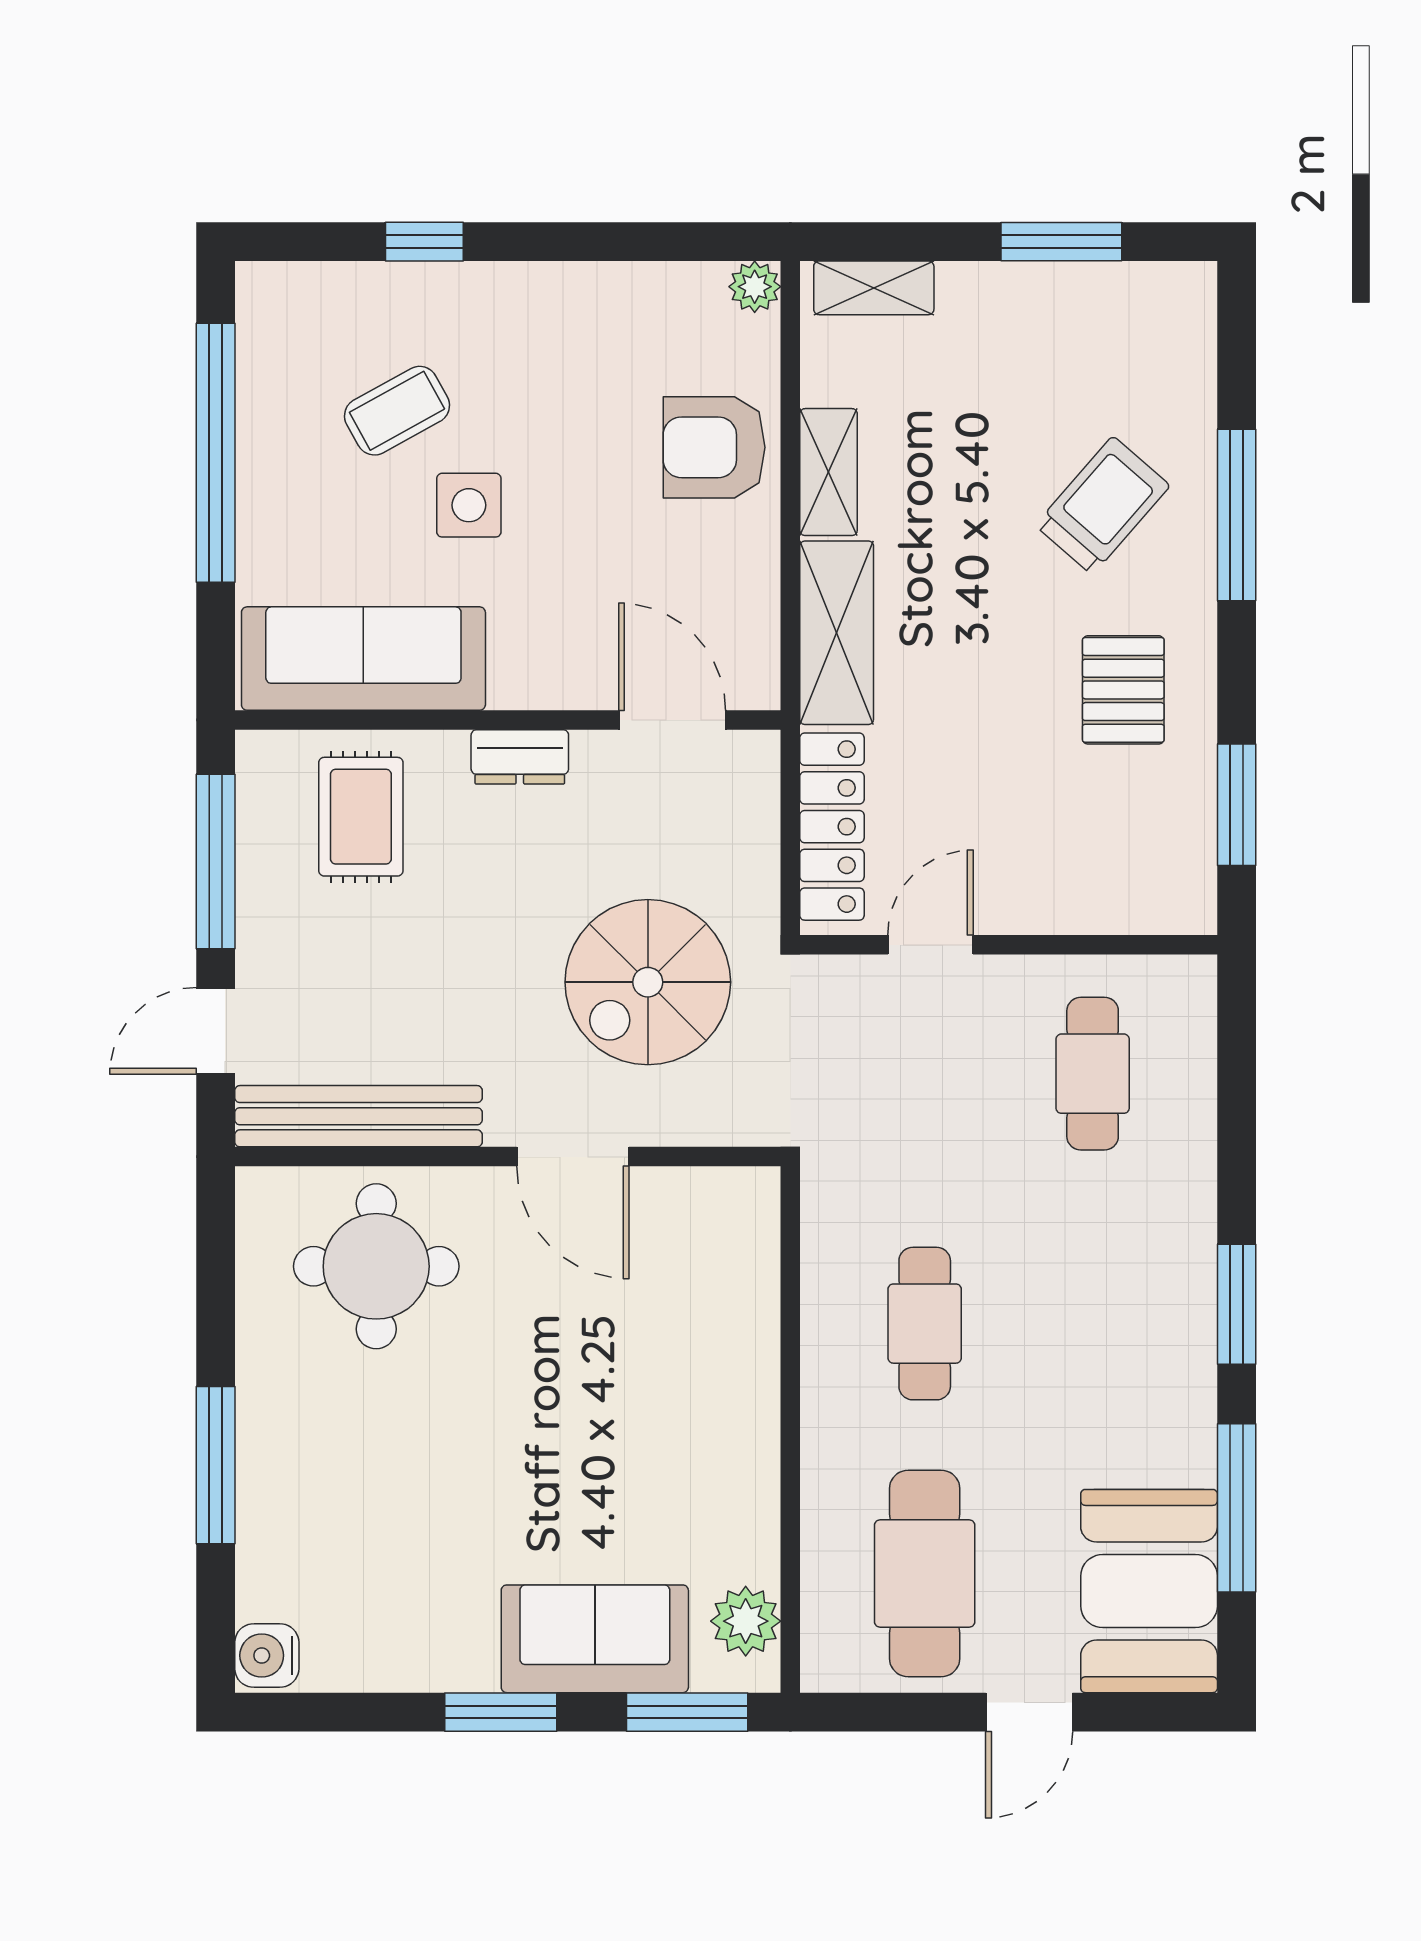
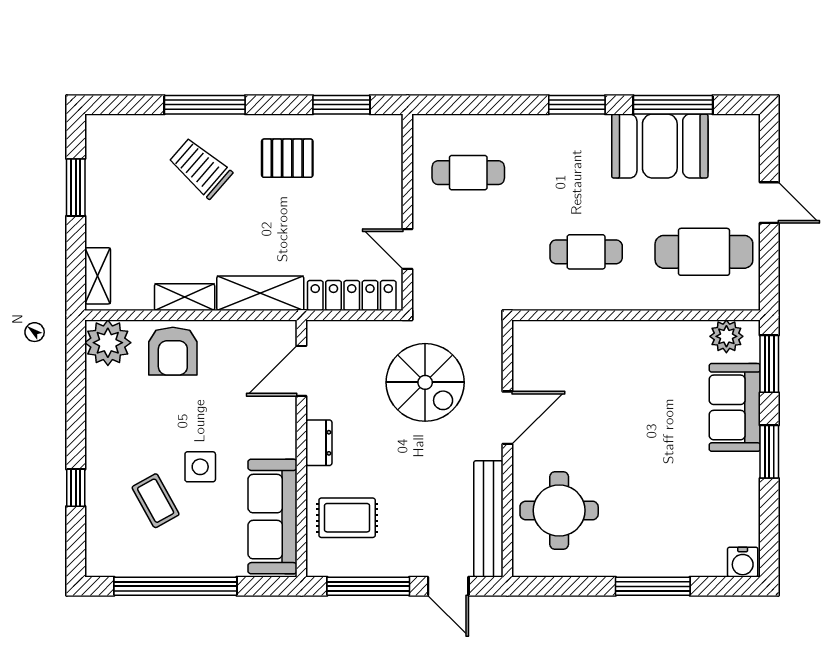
plant: (755, 287) -> (108, 343), width x1.87, depth x1.87
booth: (1149, 1591) -> (660, 146), moved

